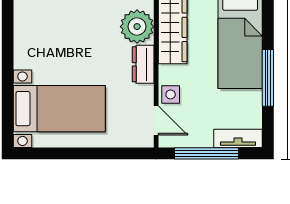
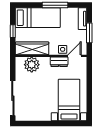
dresser: (143, 64) -> (59, 62), moved
window: (207, 153) -> (89, 33), width x0.69

